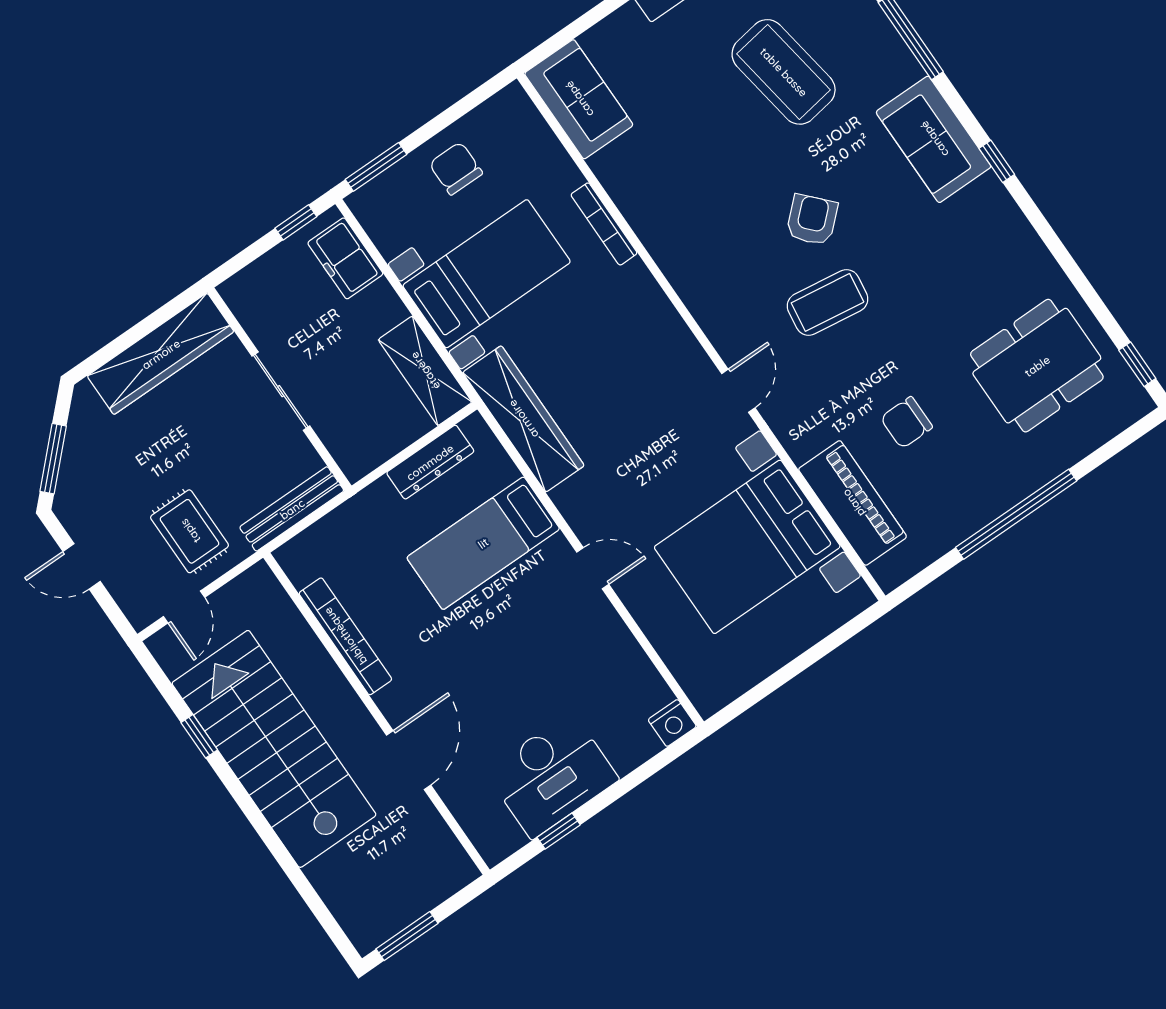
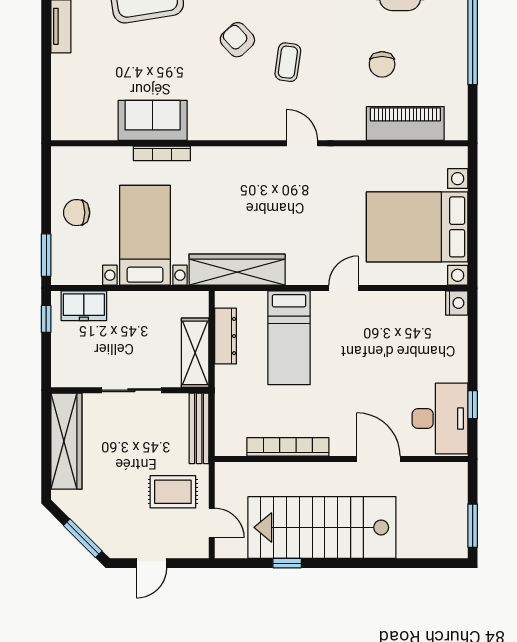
sofa: (579, 99) -> (153, 120), moved
coffee table: (828, 302) -> (288, 62), width x0.73, depth x0.77
shelving: (425, 371) -> (195, 353), moved, turned 90
bed with nightstands: (747, 547) -> (417, 227), moved, turned 90
desk: (552, 775) -> (440, 419), moved

